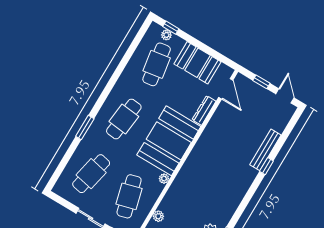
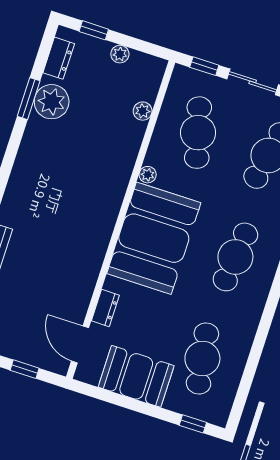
plant: (166, 35) -> (197, 410), removed
dresser: (204, 110) -> (105, 308), width x0.70

